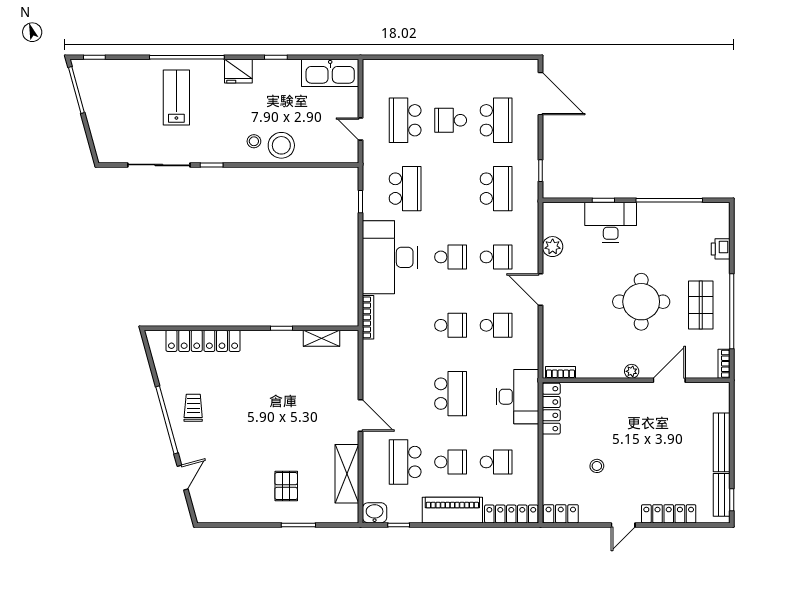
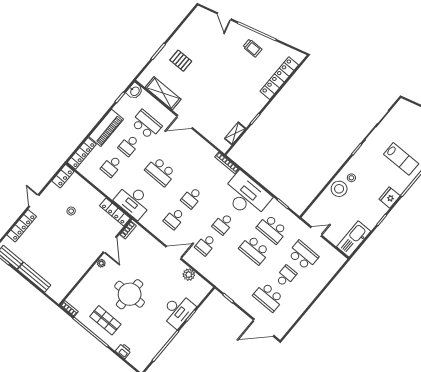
school desk: (496, 189) -> (254, 250), moved
door: (669, 380) -> (110, 245), moved

